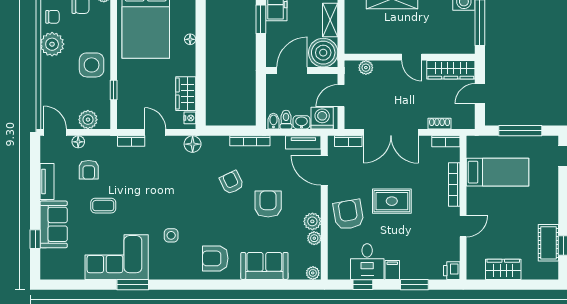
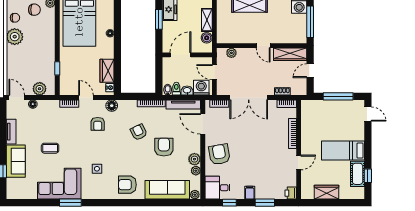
boiler: (323, 53) -> (207, 38), width x0.54, depth x0.54
side table: (92, 65) -> (42, 51), removed
door: (341, 96) -> (214, 72), hinge flipped
tv unit: (303, 142) -> (183, 105), width x1.41
armchair: (89, 170) -> (98, 124), moved
bed: (498, 172) -> (343, 151), moved, turned 180
rug: (392, 201) -> (249, 145), removed
desk: (367, 262) -> (217, 188), moved, turned 90
sofa: (264, 266) -> (167, 190), width x1.36

